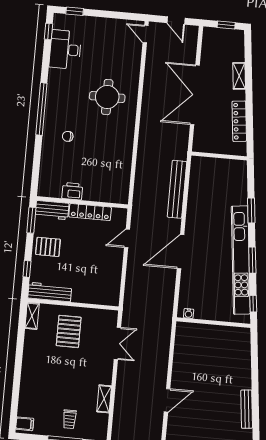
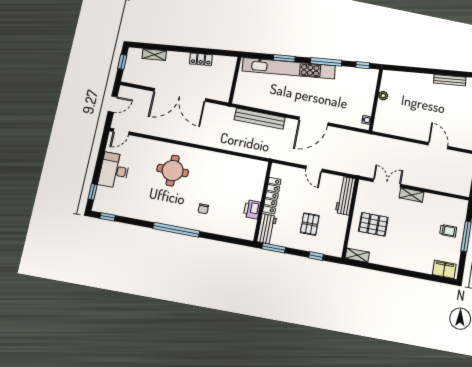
desk: (65, 50) -> (114, 170), moved, turned 90
shelving: (239, 76) -> (154, 55), moved
locker: (239, 121) -> (201, 59), width x0.66
door: (127, 238) -> (314, 169), moved
pallet: (48, 247) -> (310, 224), moved
door: (181, 252) -> (313, 121), hinge flipped
kitchen unit: (241, 260) -> (289, 68), moved
window: (252, 260) -> (326, 62), width x1.44
workbench: (50, 292) -> (345, 196), moved
plant: (219, 331) -> (383, 96), added
shelving: (104, 399) -> (411, 195), moved
filing cabinet: (25, 424) -> (444, 269), width x2.00

